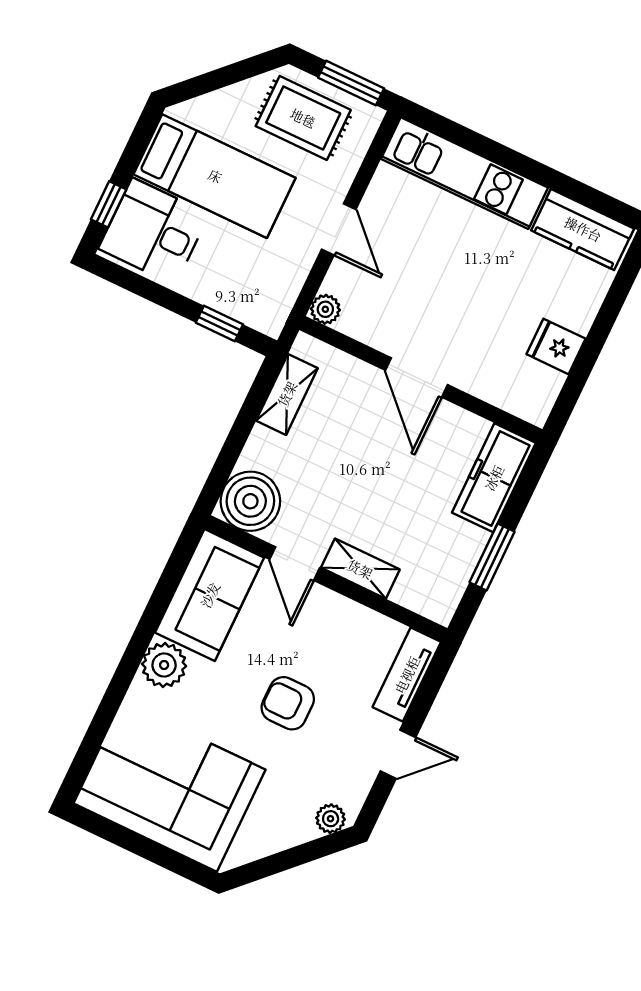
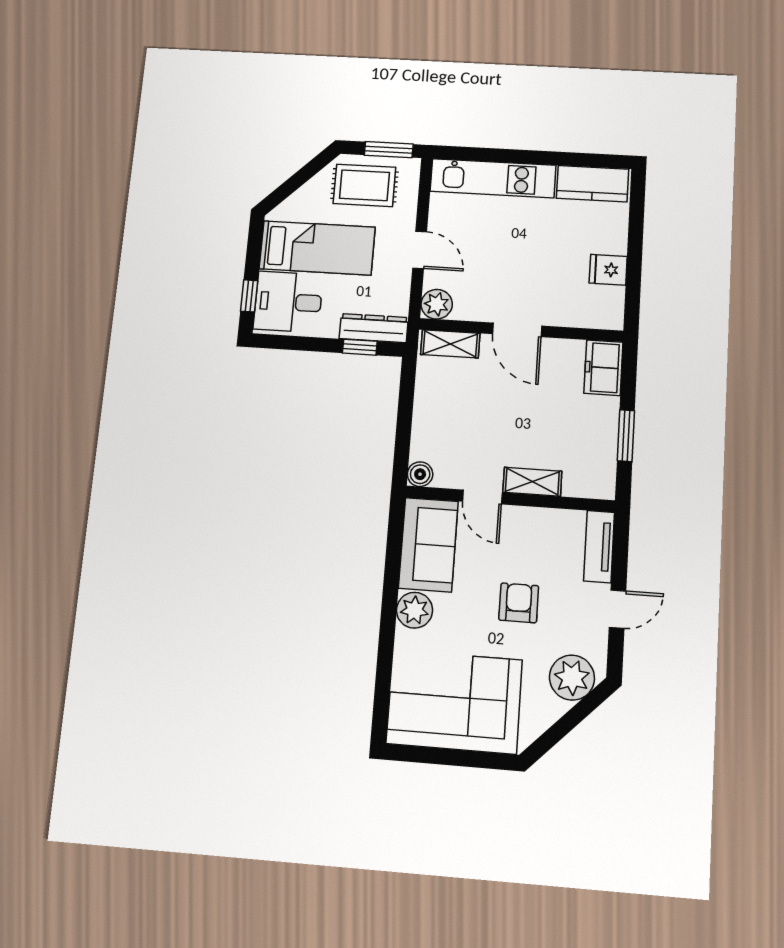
dresser: (245, 306) -> (374, 328), added
plant: (325, 309) -> (437, 304), width x1.38, depth x1.38
shelving: (287, 394) -> (450, 344), moved, turned 90
freezer: (494, 478) -> (603, 368), width x0.71
boiler: (250, 501) -> (420, 474), width x0.54, depth x0.54
armchair: (288, 703) -> (519, 603), turned 90
plant: (331, 819) -> (572, 678), width x1.88, depth x1.88

